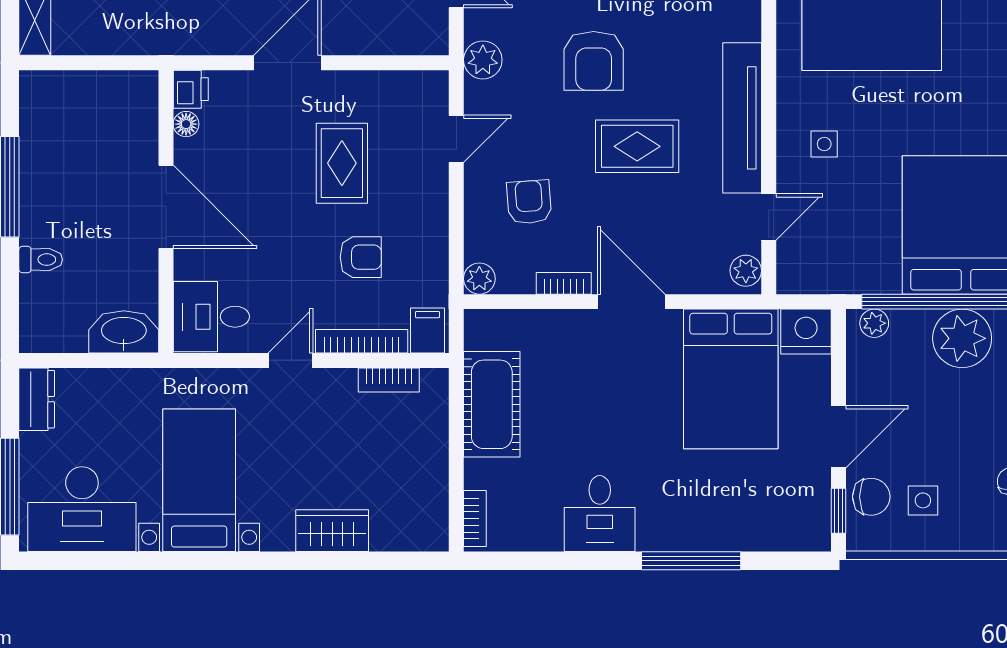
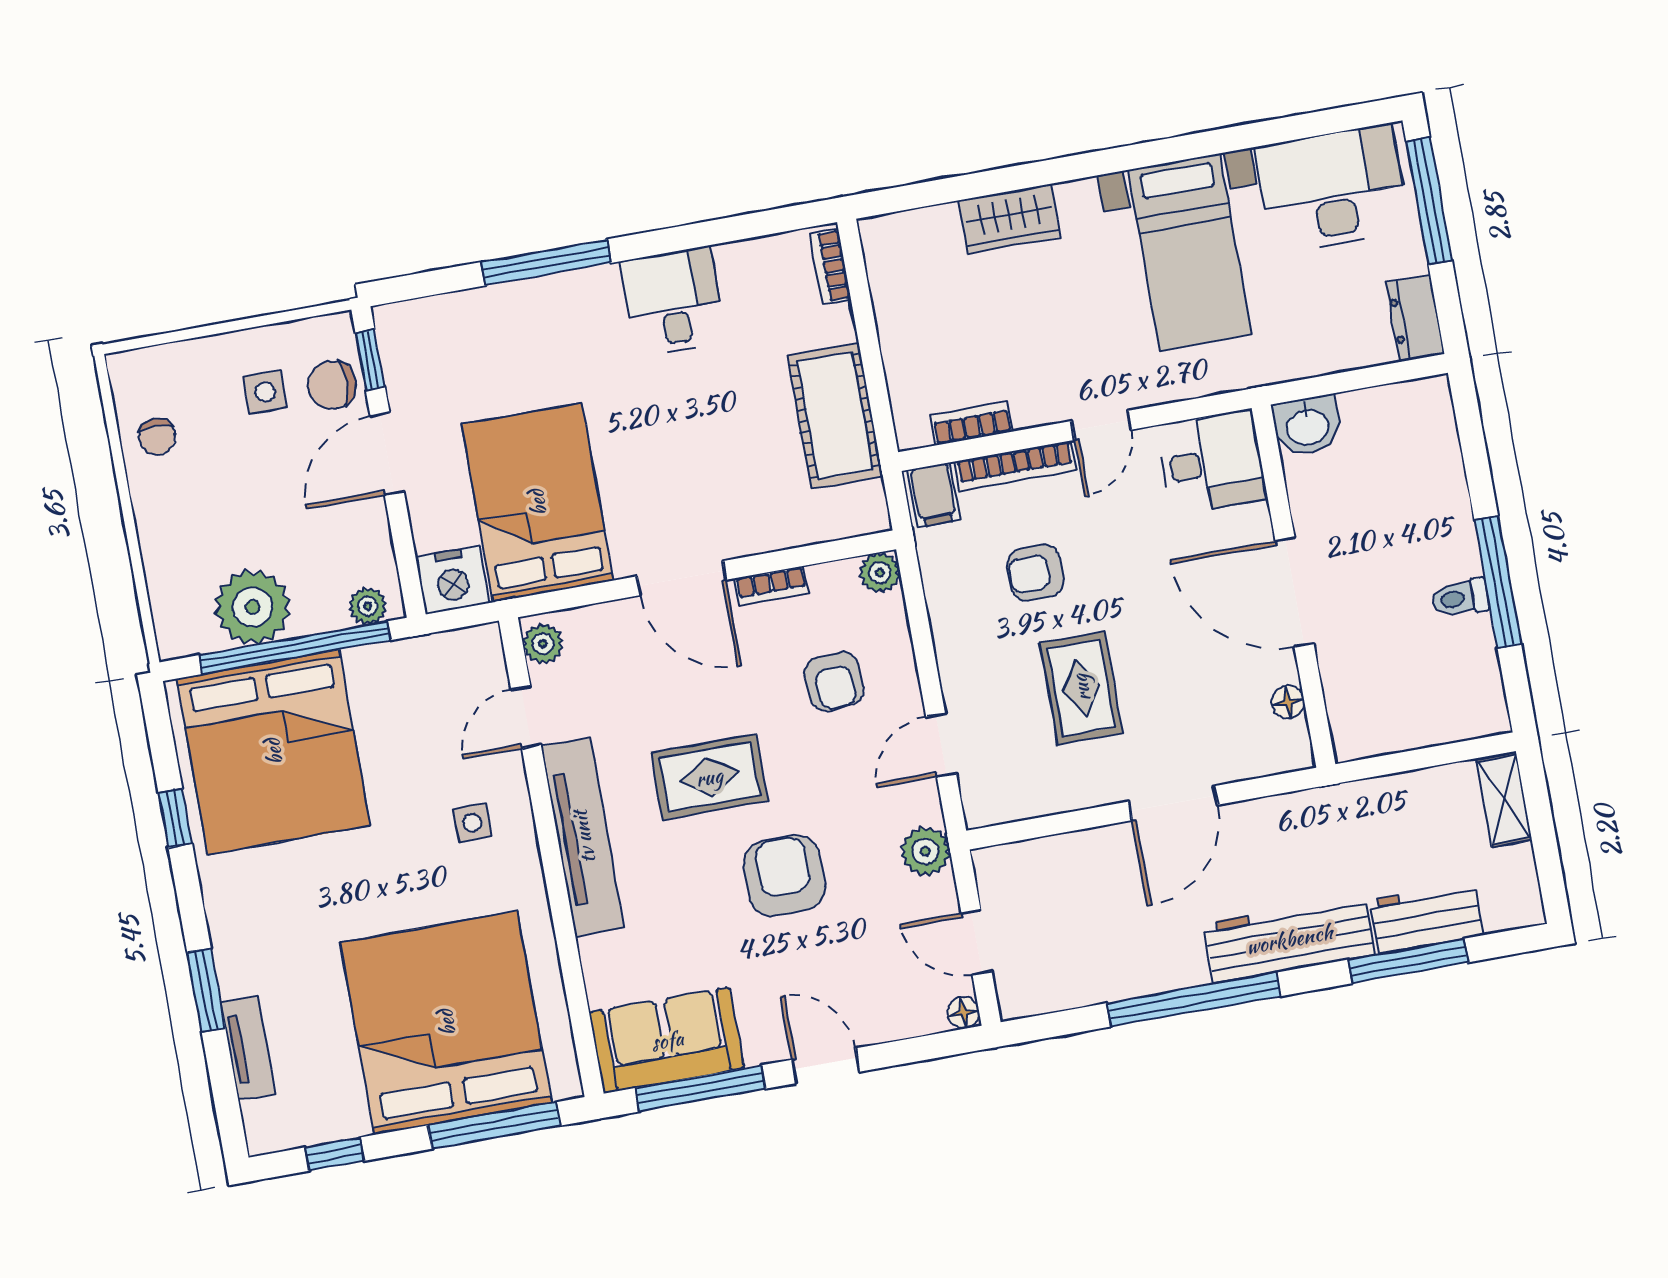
printer: (191, 89) -> (1290, 747), removed
toilet: (41, 260) -> (1460, 598), moved
washbasin: (124, 332) -> (1307, 426), width x0.72

